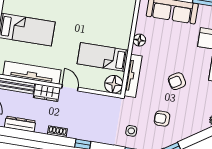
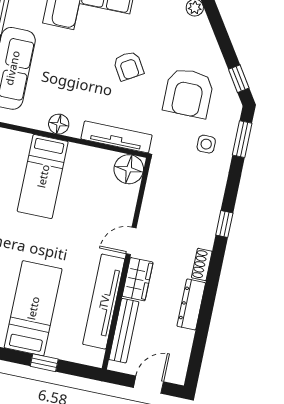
bed: (103, 57) -> (43, 176), moved
armchair: (162, 119) -> (188, 93), width x1.88, depth x1.88
dresser: (20, 124) -> (191, 304), moved

